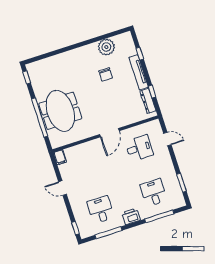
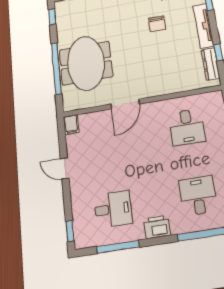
door: (110, 133) -> (125, 104), moved
desk: (139, 148) -> (187, 127), turned 90
desk: (101, 210) -> (113, 209), turned 90

